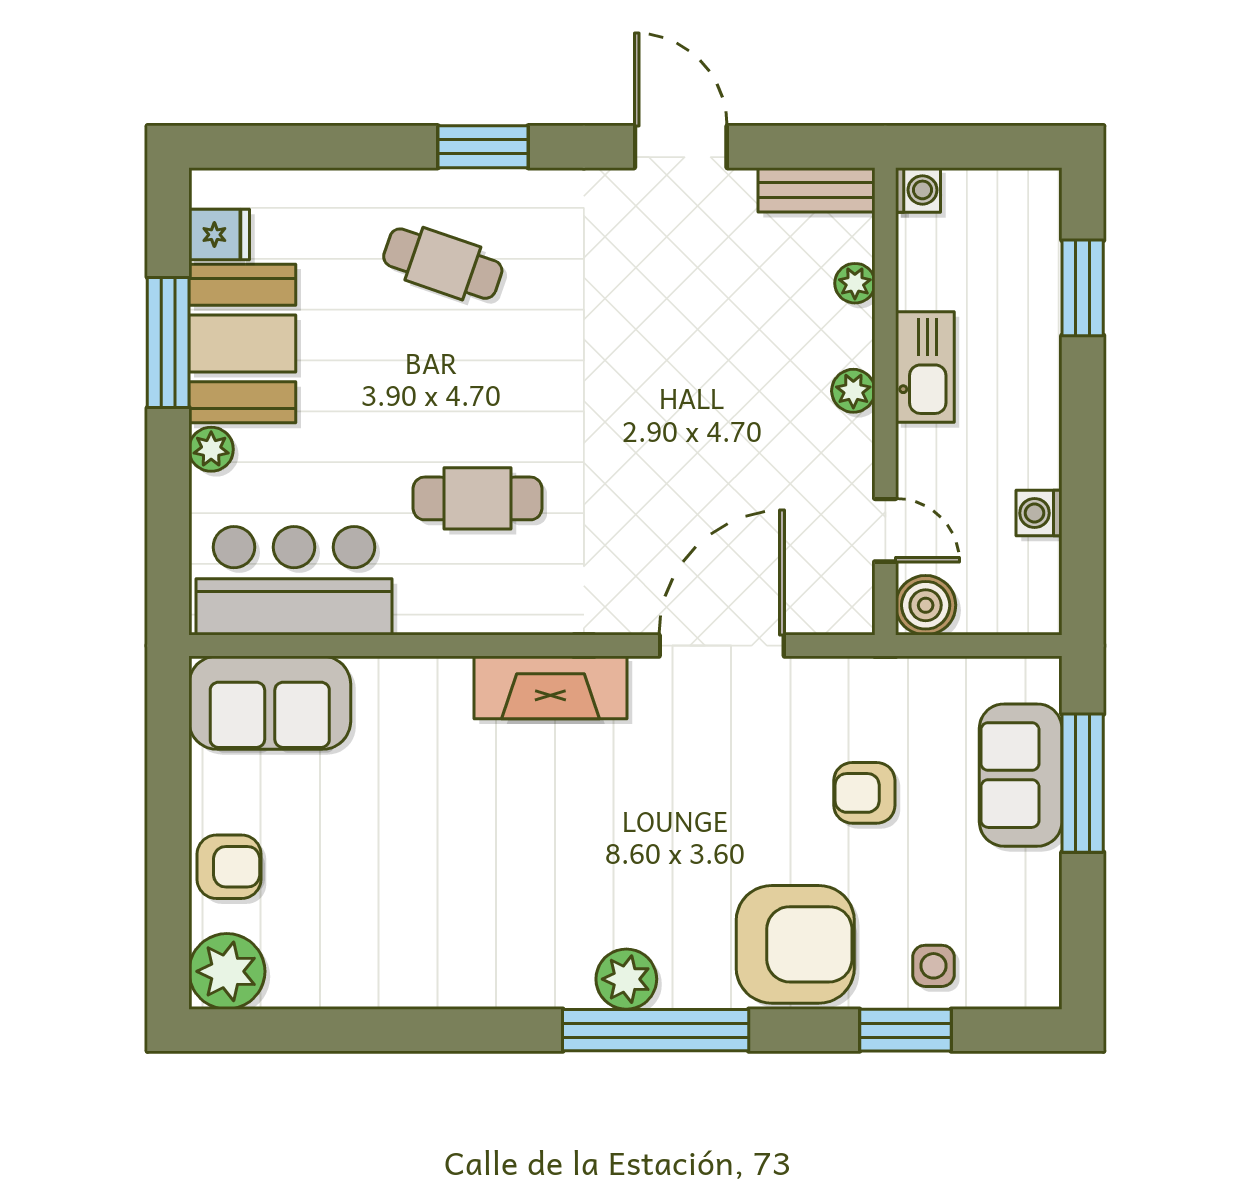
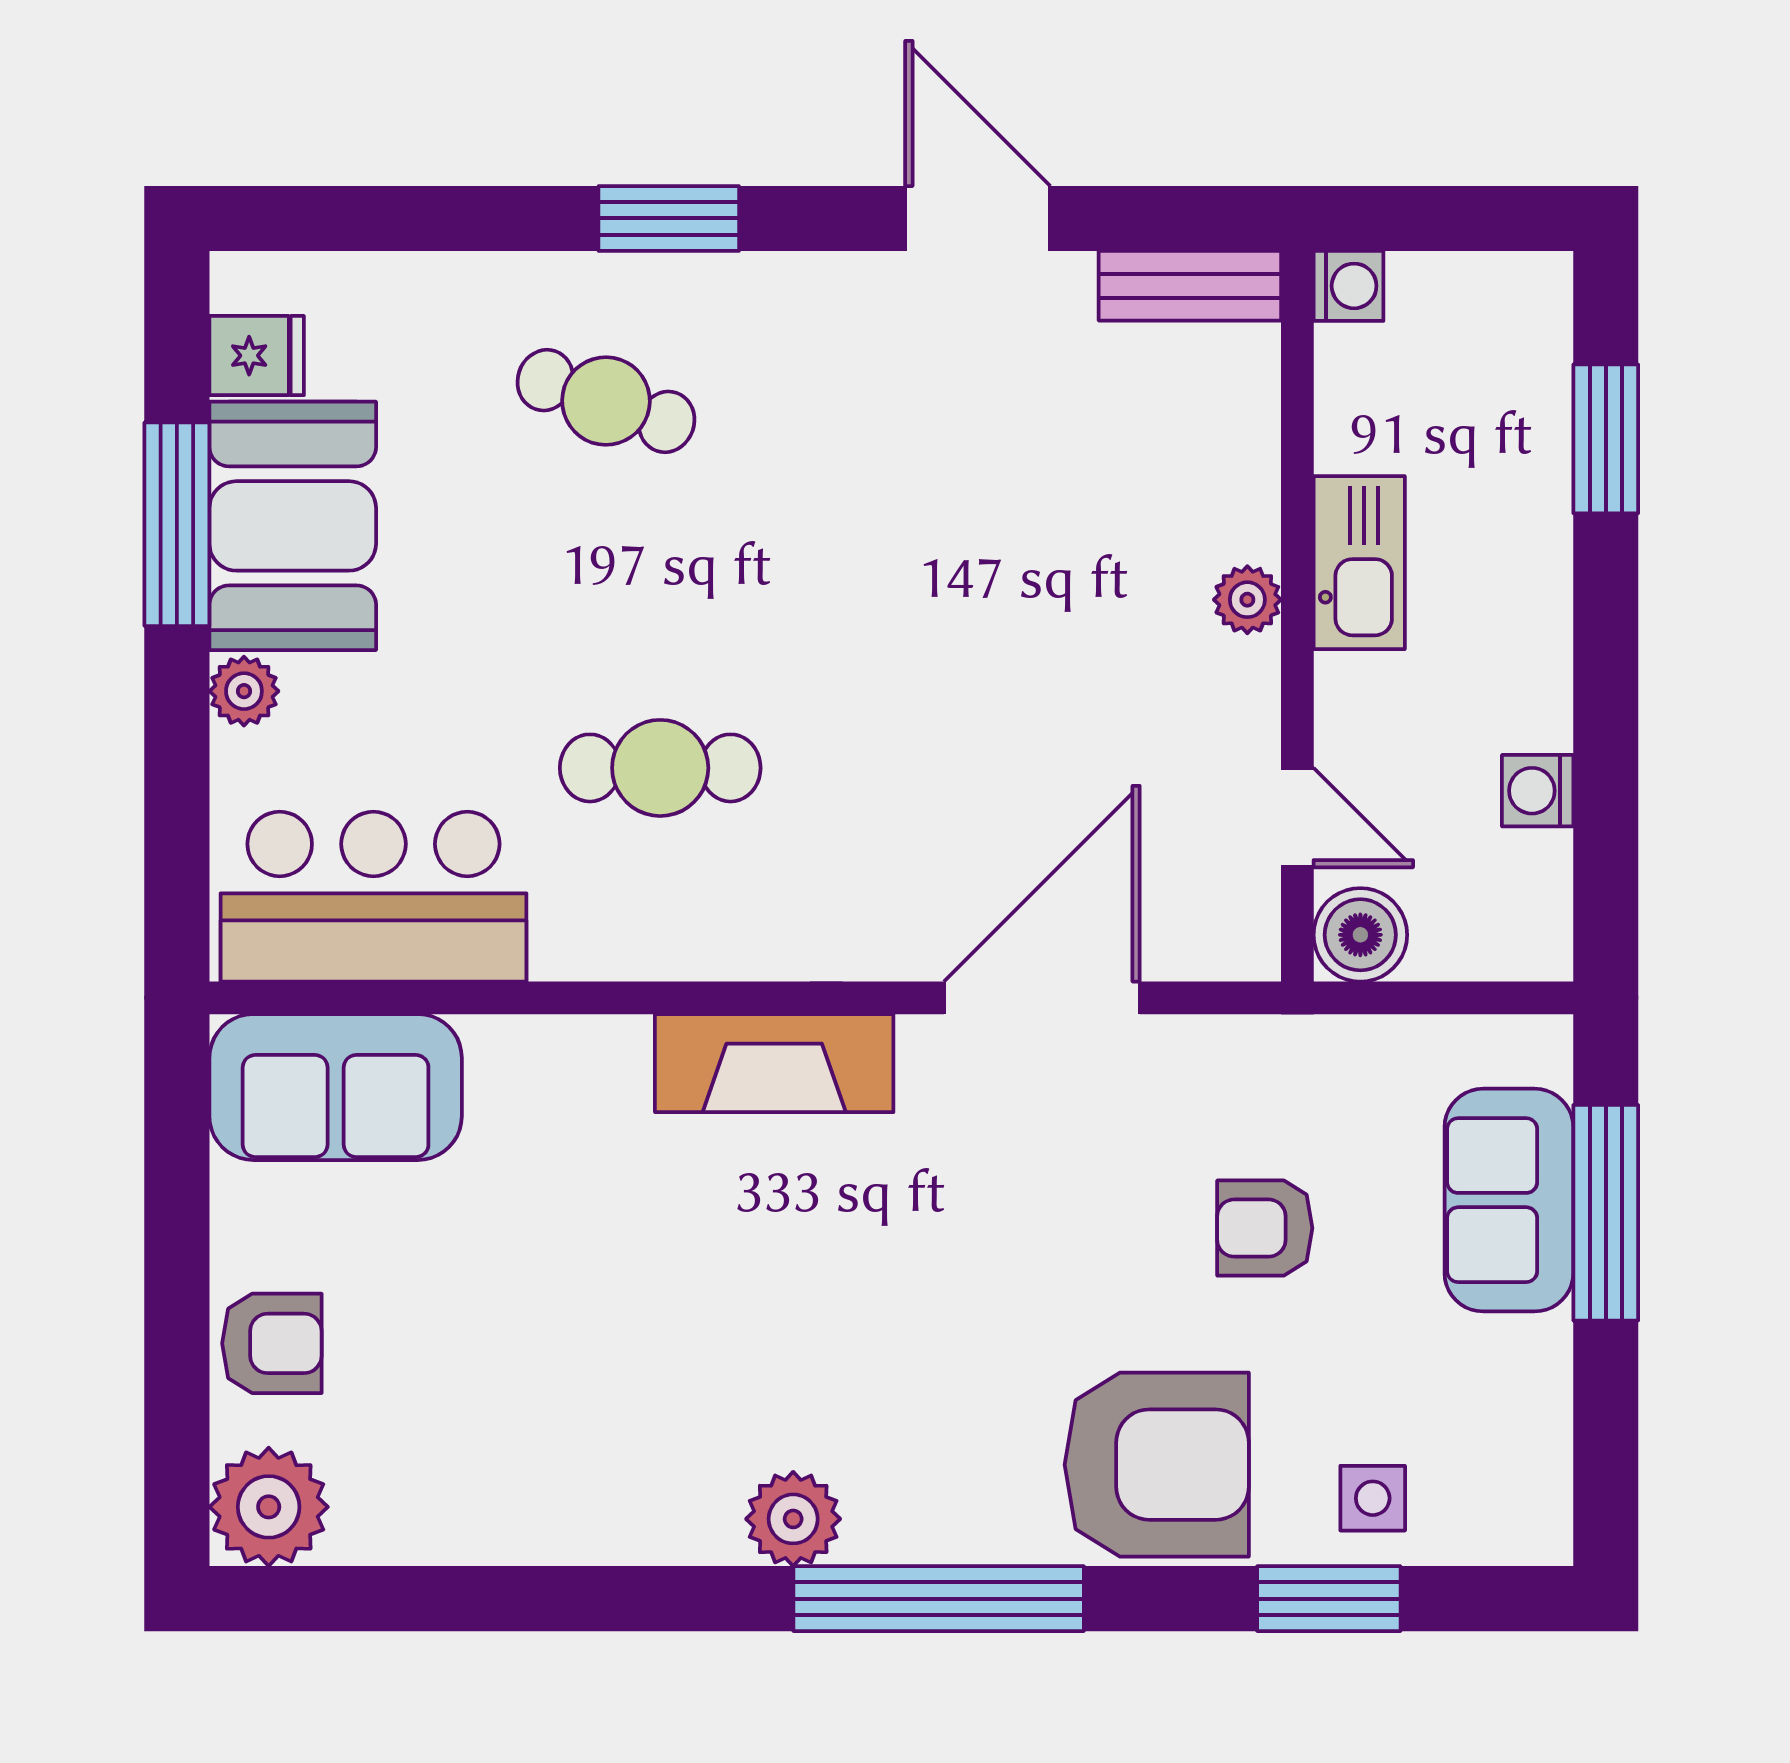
plant: (855, 283) -> (1250, 432), removed
plant: (626, 979) -> (793, 1519), moved

